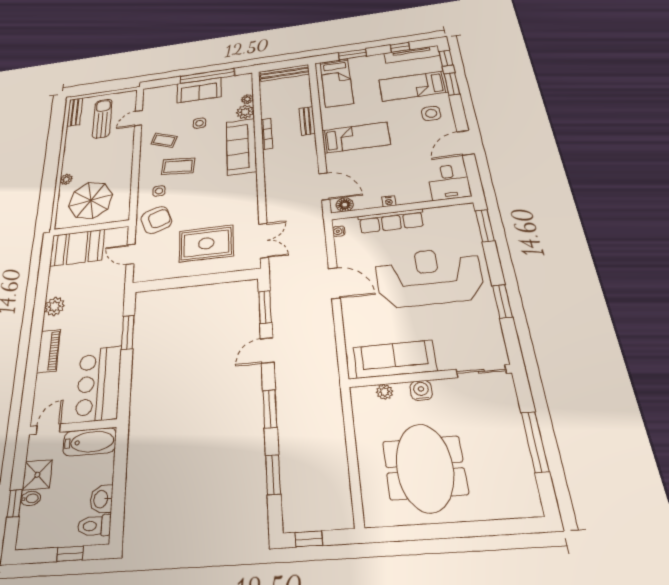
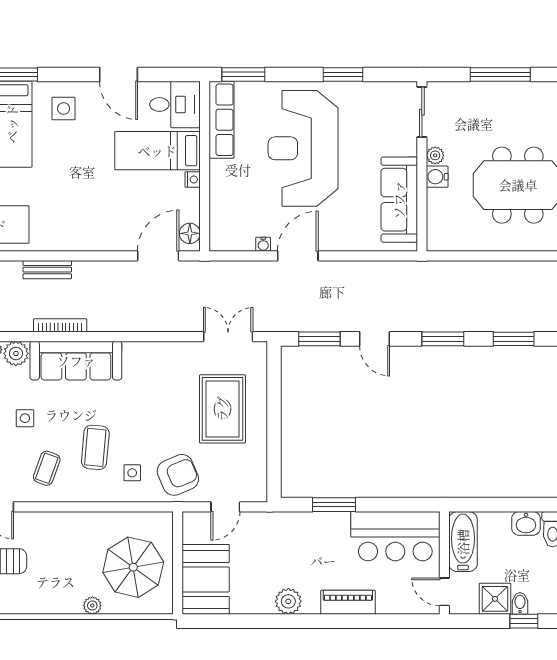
bed: (356, 138) -> (157, 151), moved, turned -90
armchair: (156, 220) -> (178, 475), turned 86
row of seats: (391, 221) -> (222, 120), moved
water cooler: (339, 231) -> (263, 244), moved
plant: (384, 392) -> (435, 155), moved

